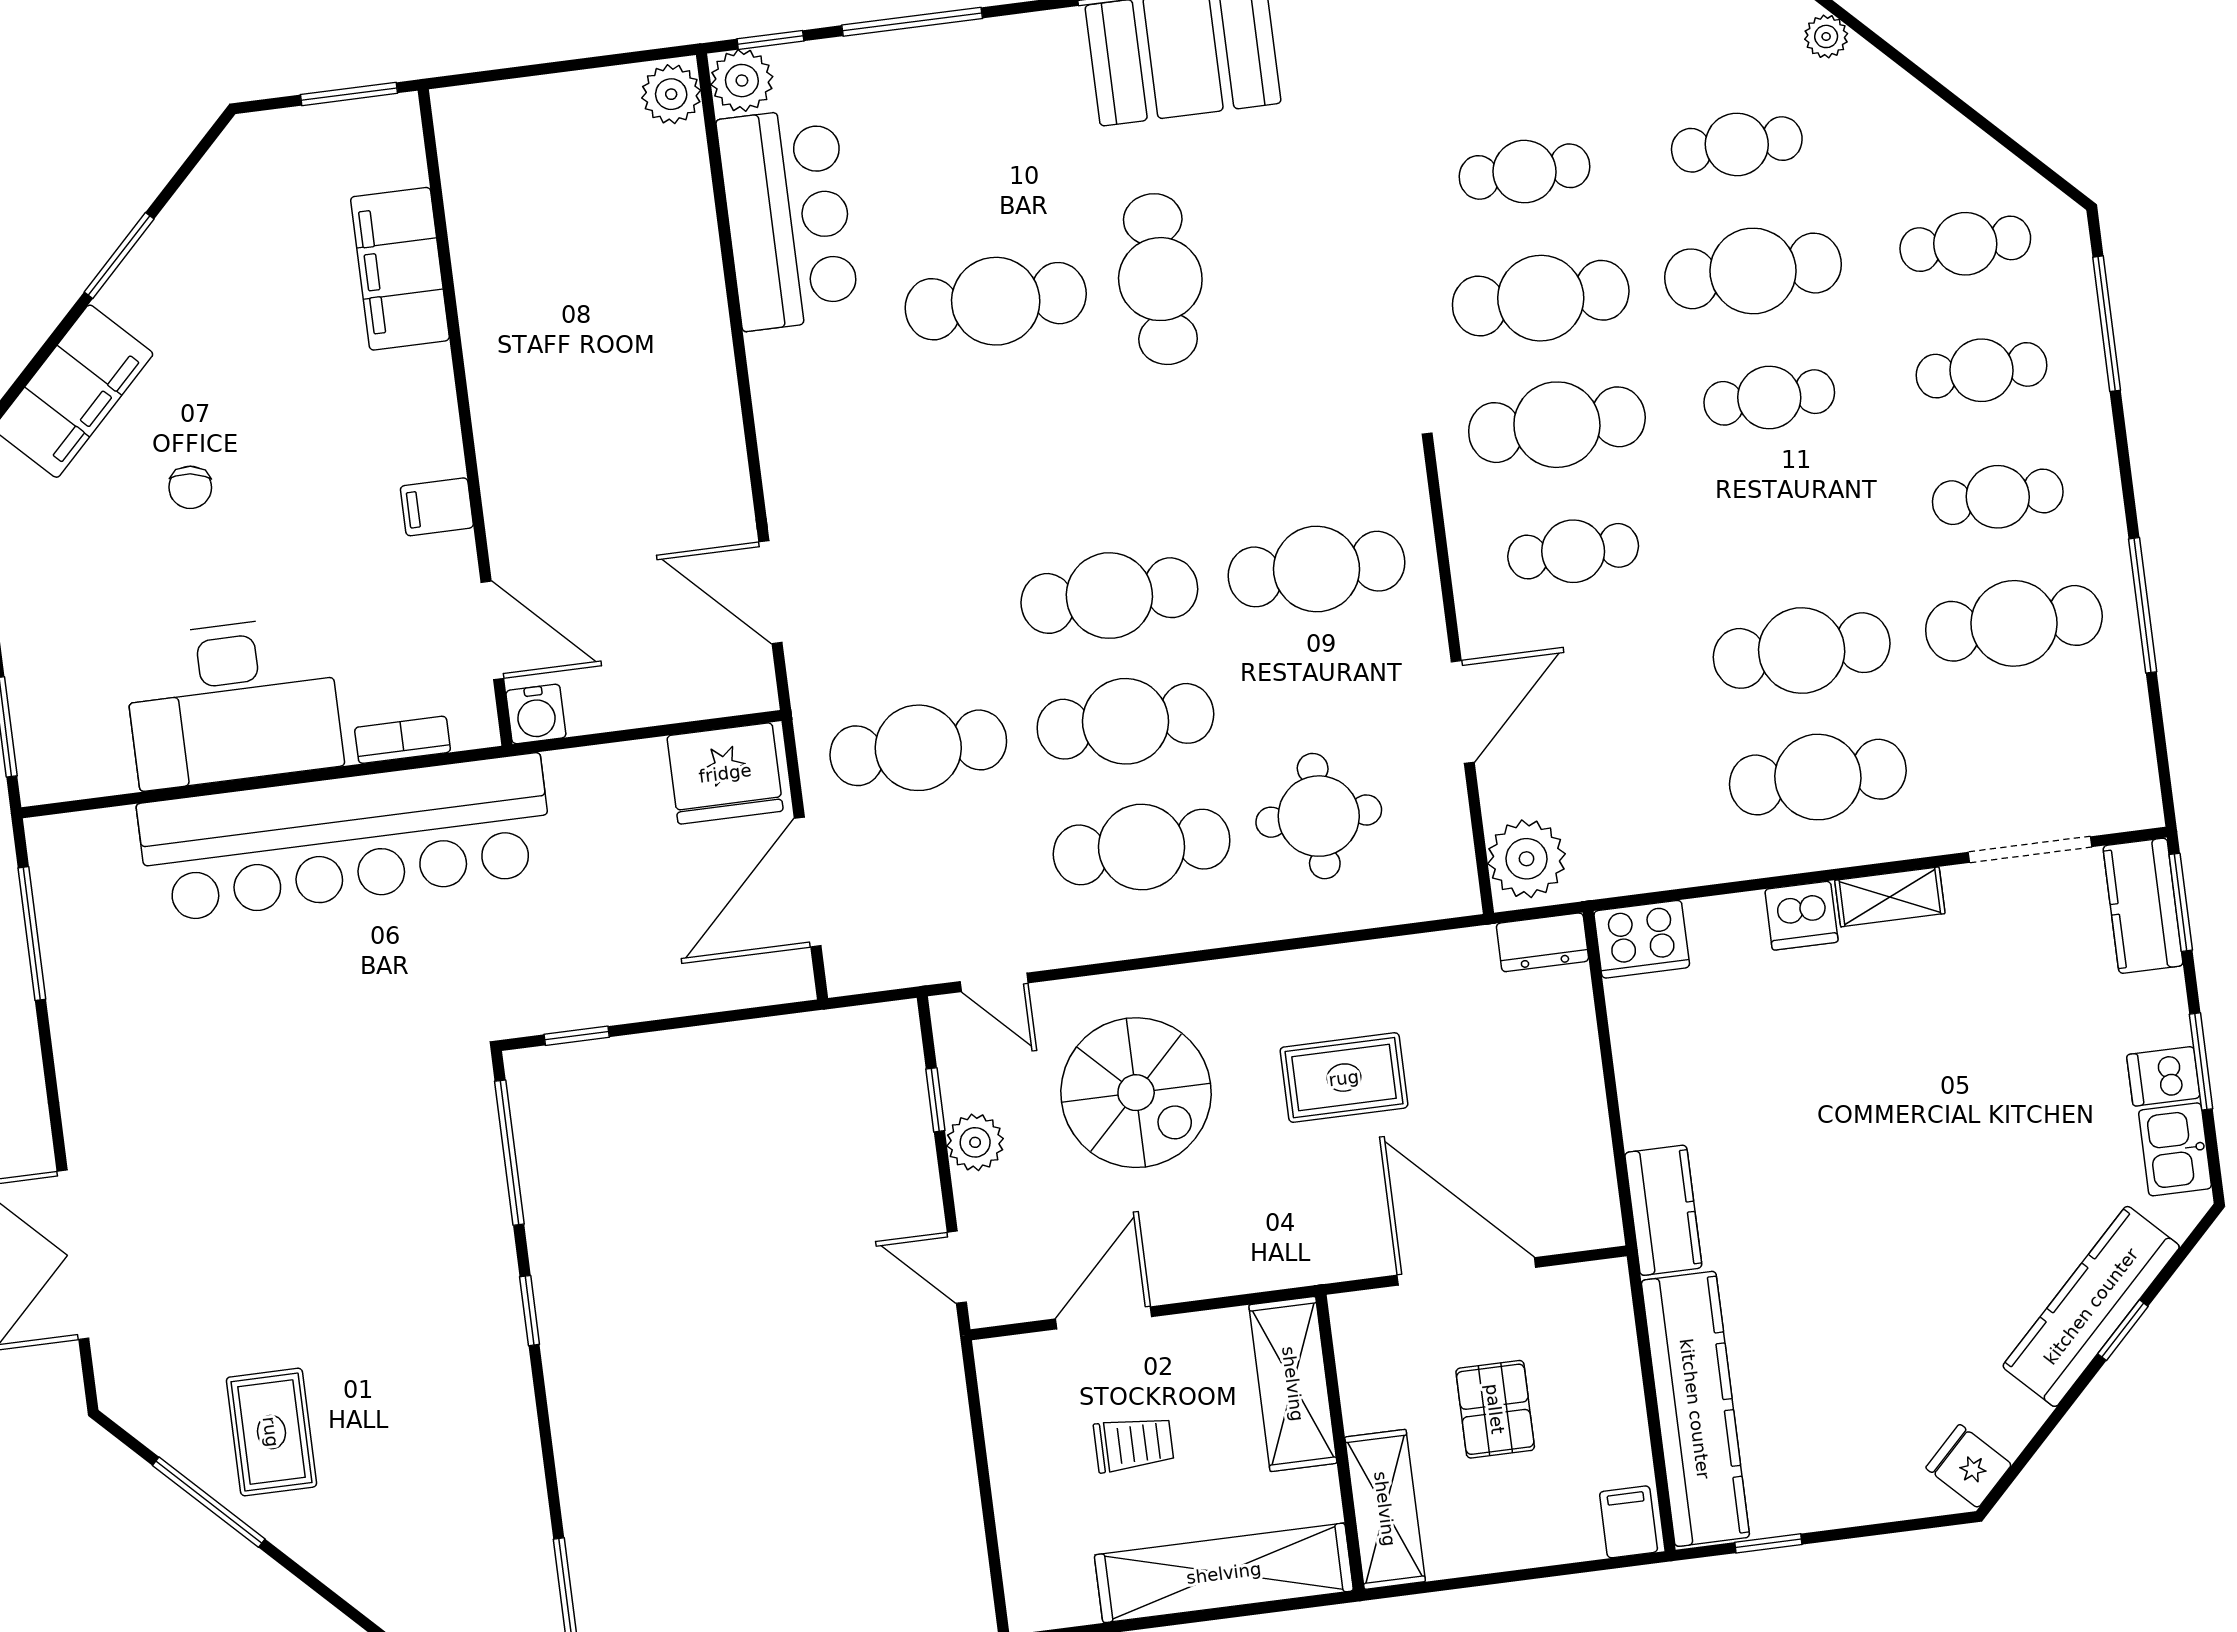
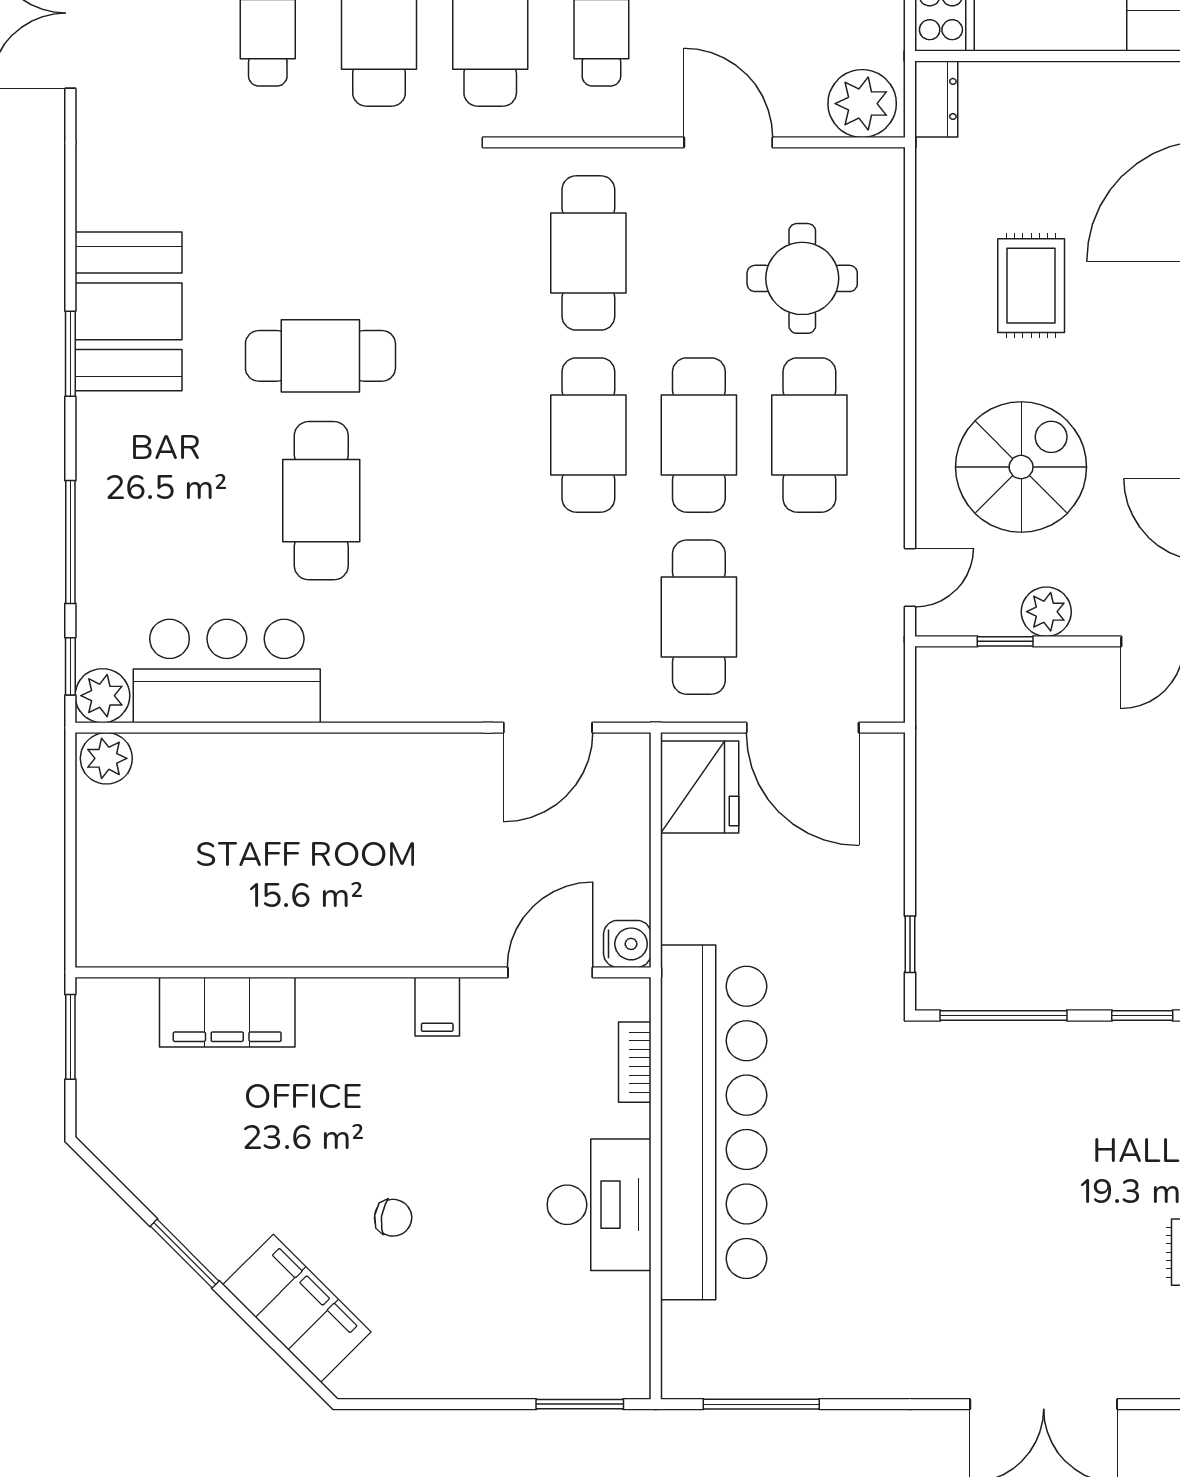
desk: (233, 702) -> (599, 1205), width x0.73, depth x0.77

